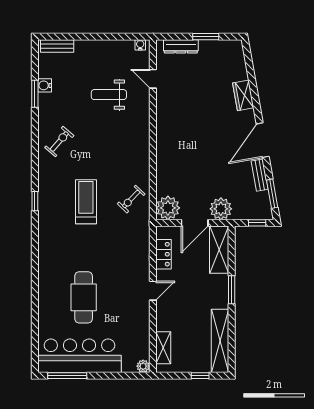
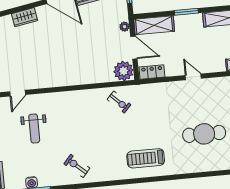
window: (35, 201) -> (128, 182), removed
treadmill: (86, 202) -> (146, 158), moved
plant: (221, 209) -> (124, 27), width x0.53, depth x0.53
locker: (164, 254) -> (152, 72), moved

